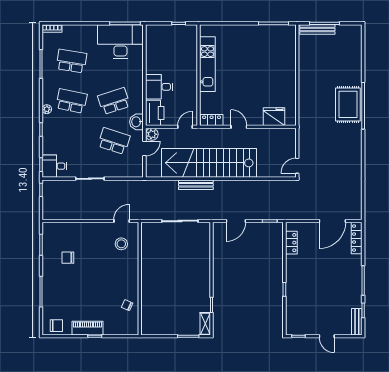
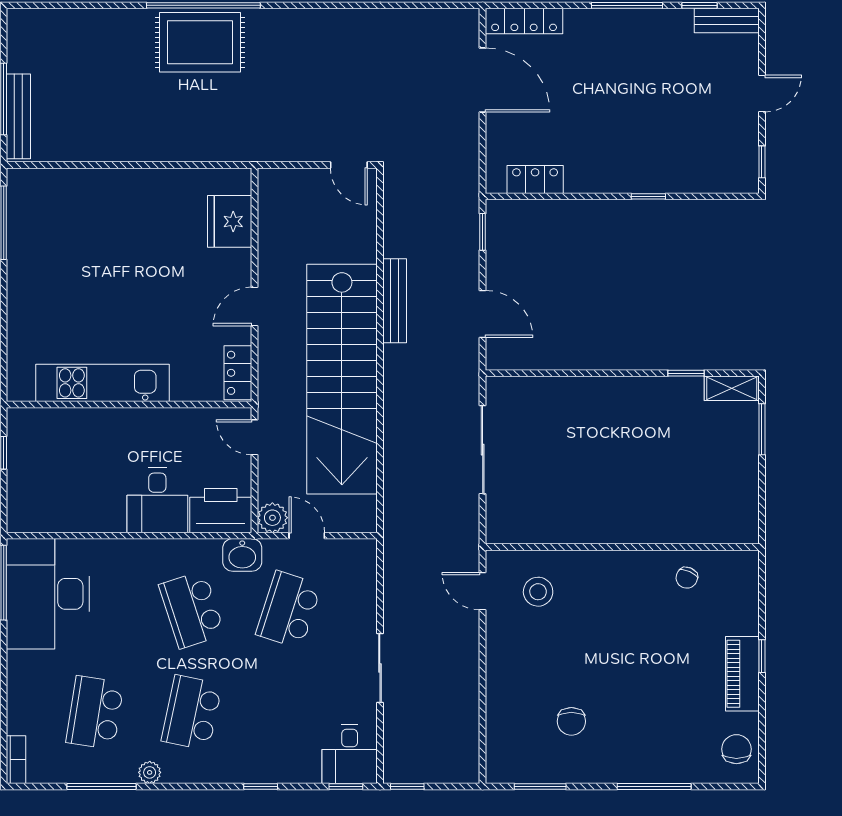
plant: (47, 109) -> (150, 772), moved
bench: (196, 185) -> (395, 301), moved

